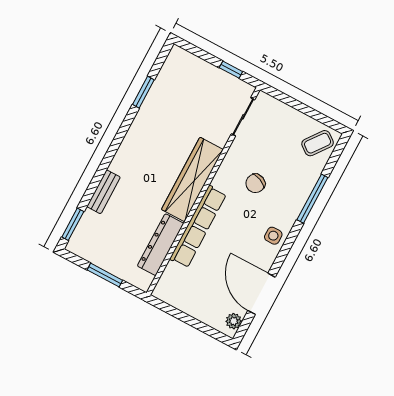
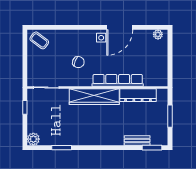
plant: (178, 57) -> (33, 139), added
bench: (104, 192) -> (137, 141), moved
window: (312, 199) -> (70, 27), removed
door: (262, 294) -> (120, 27), moved

